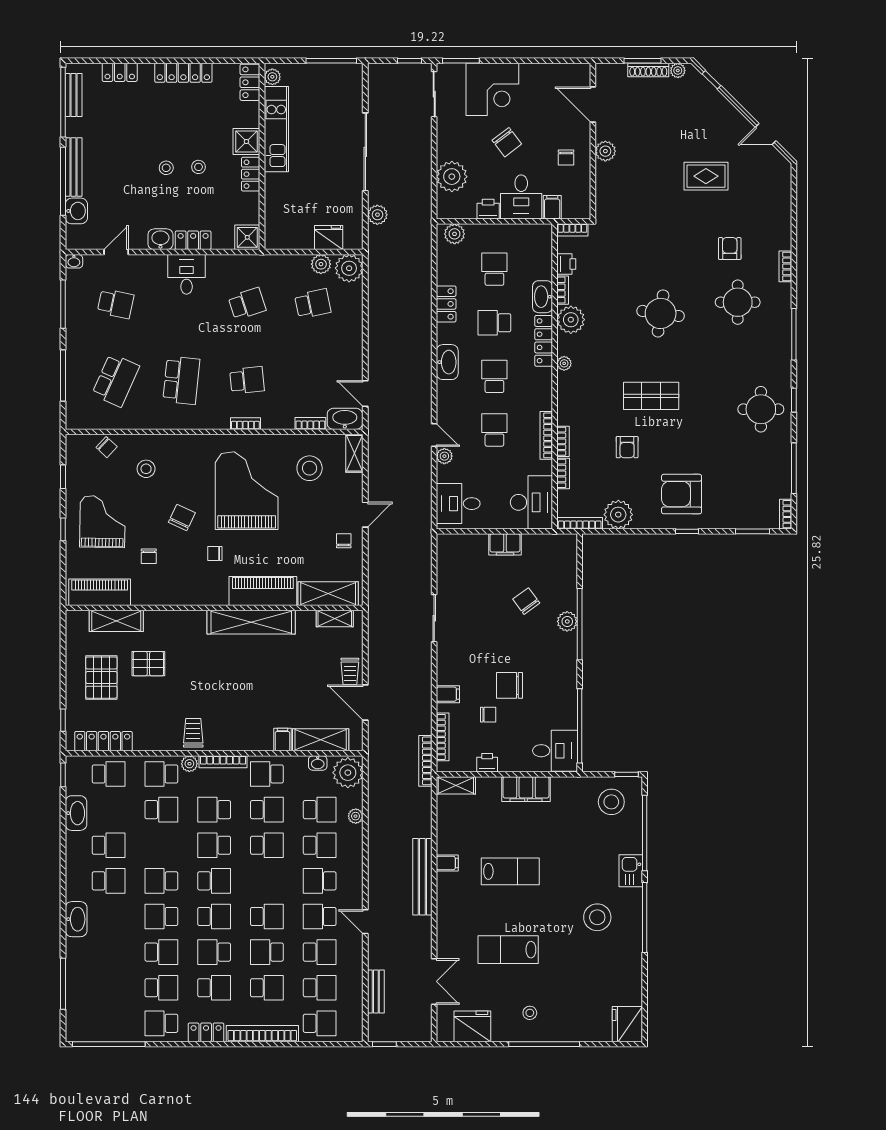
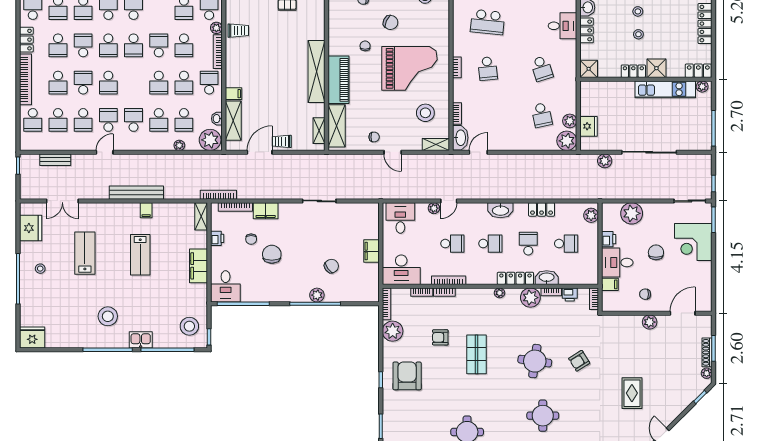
chair: (507, 142) -> (656, 252), turned 127
armchair: (730, 249) -> (579, 361), moved, turned 148
filing cabinet: (448, 694) -> (266, 211), width x2.00
school desk: (214, 810) -> (184, 45), turned 180

